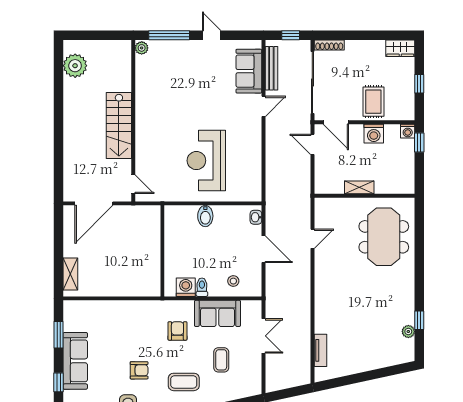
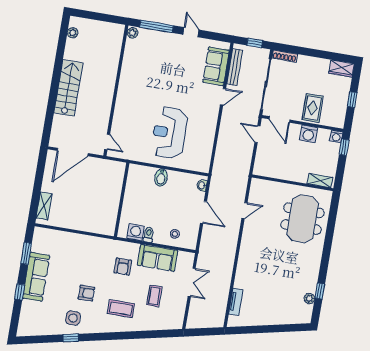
plant: (75, 66) -> (73, 33), width x0.53, depth x0.53
stairs: (119, 126) -> (68, 88), moved, turned 180
shelving: (359, 187) -> (320, 181), moved
armchair: (177, 331) -> (123, 267), turned 180

